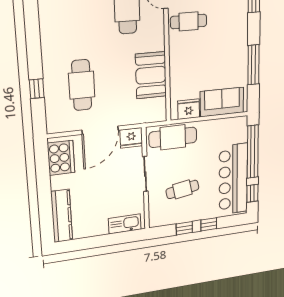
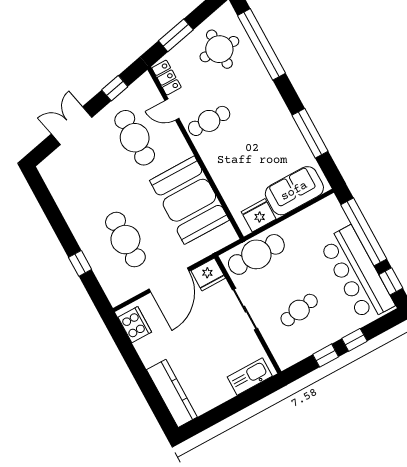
booth: (151, 75) -> (189, 200), width x1.36, depth x1.42
cooker: (61, 158) -> (135, 325), width x0.73, depth x0.76

